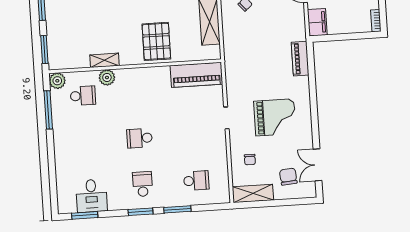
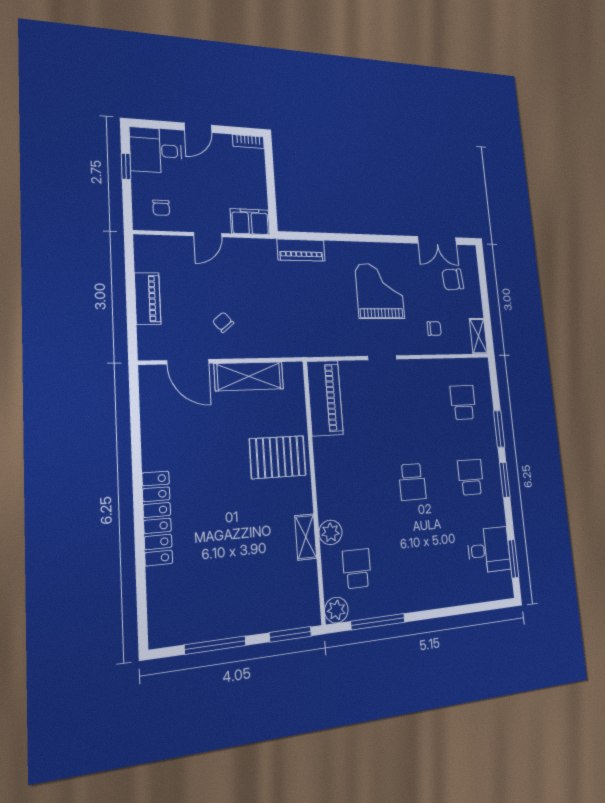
school desk: (143, 184) -> (471, 477), turned 90
shelving: (253, 193) -> (478, 336), width x0.67, depth x0.75

